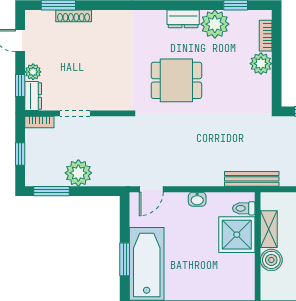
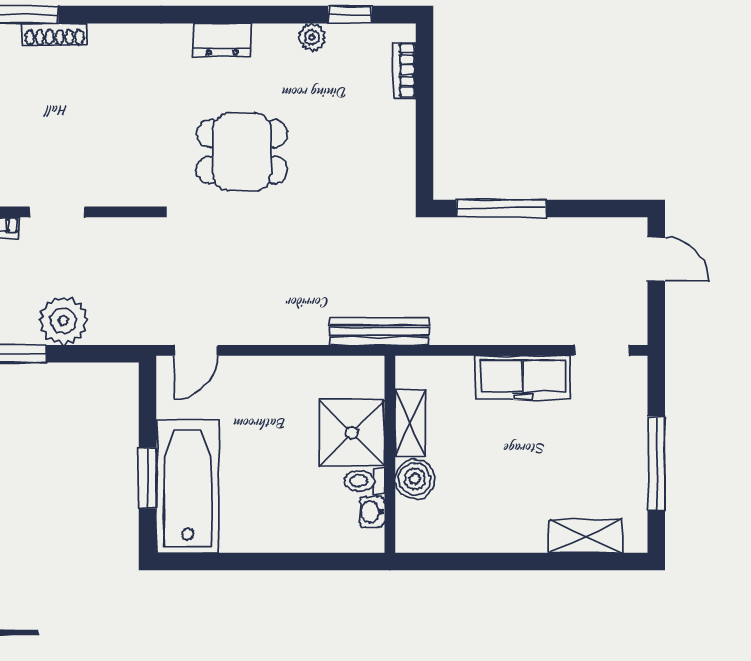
dresser: (183, 19) -> (222, 40), moved
plant: (215, 24) -> (312, 37), width x0.53, depth x0.53
plant: (261, 64) -> (396, 121), removed
washbasin: (197, 199) -> (372, 512), moved, turned 90
toilet: (244, 208) -> (364, 481), moved

